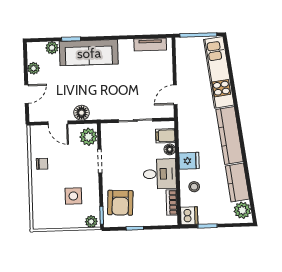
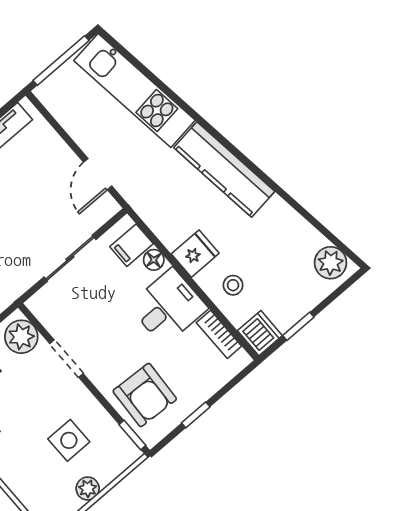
kitchen counter: (237, 183) -> (291, 229), removed
plant: (91, 222) -> (88, 489), moved

